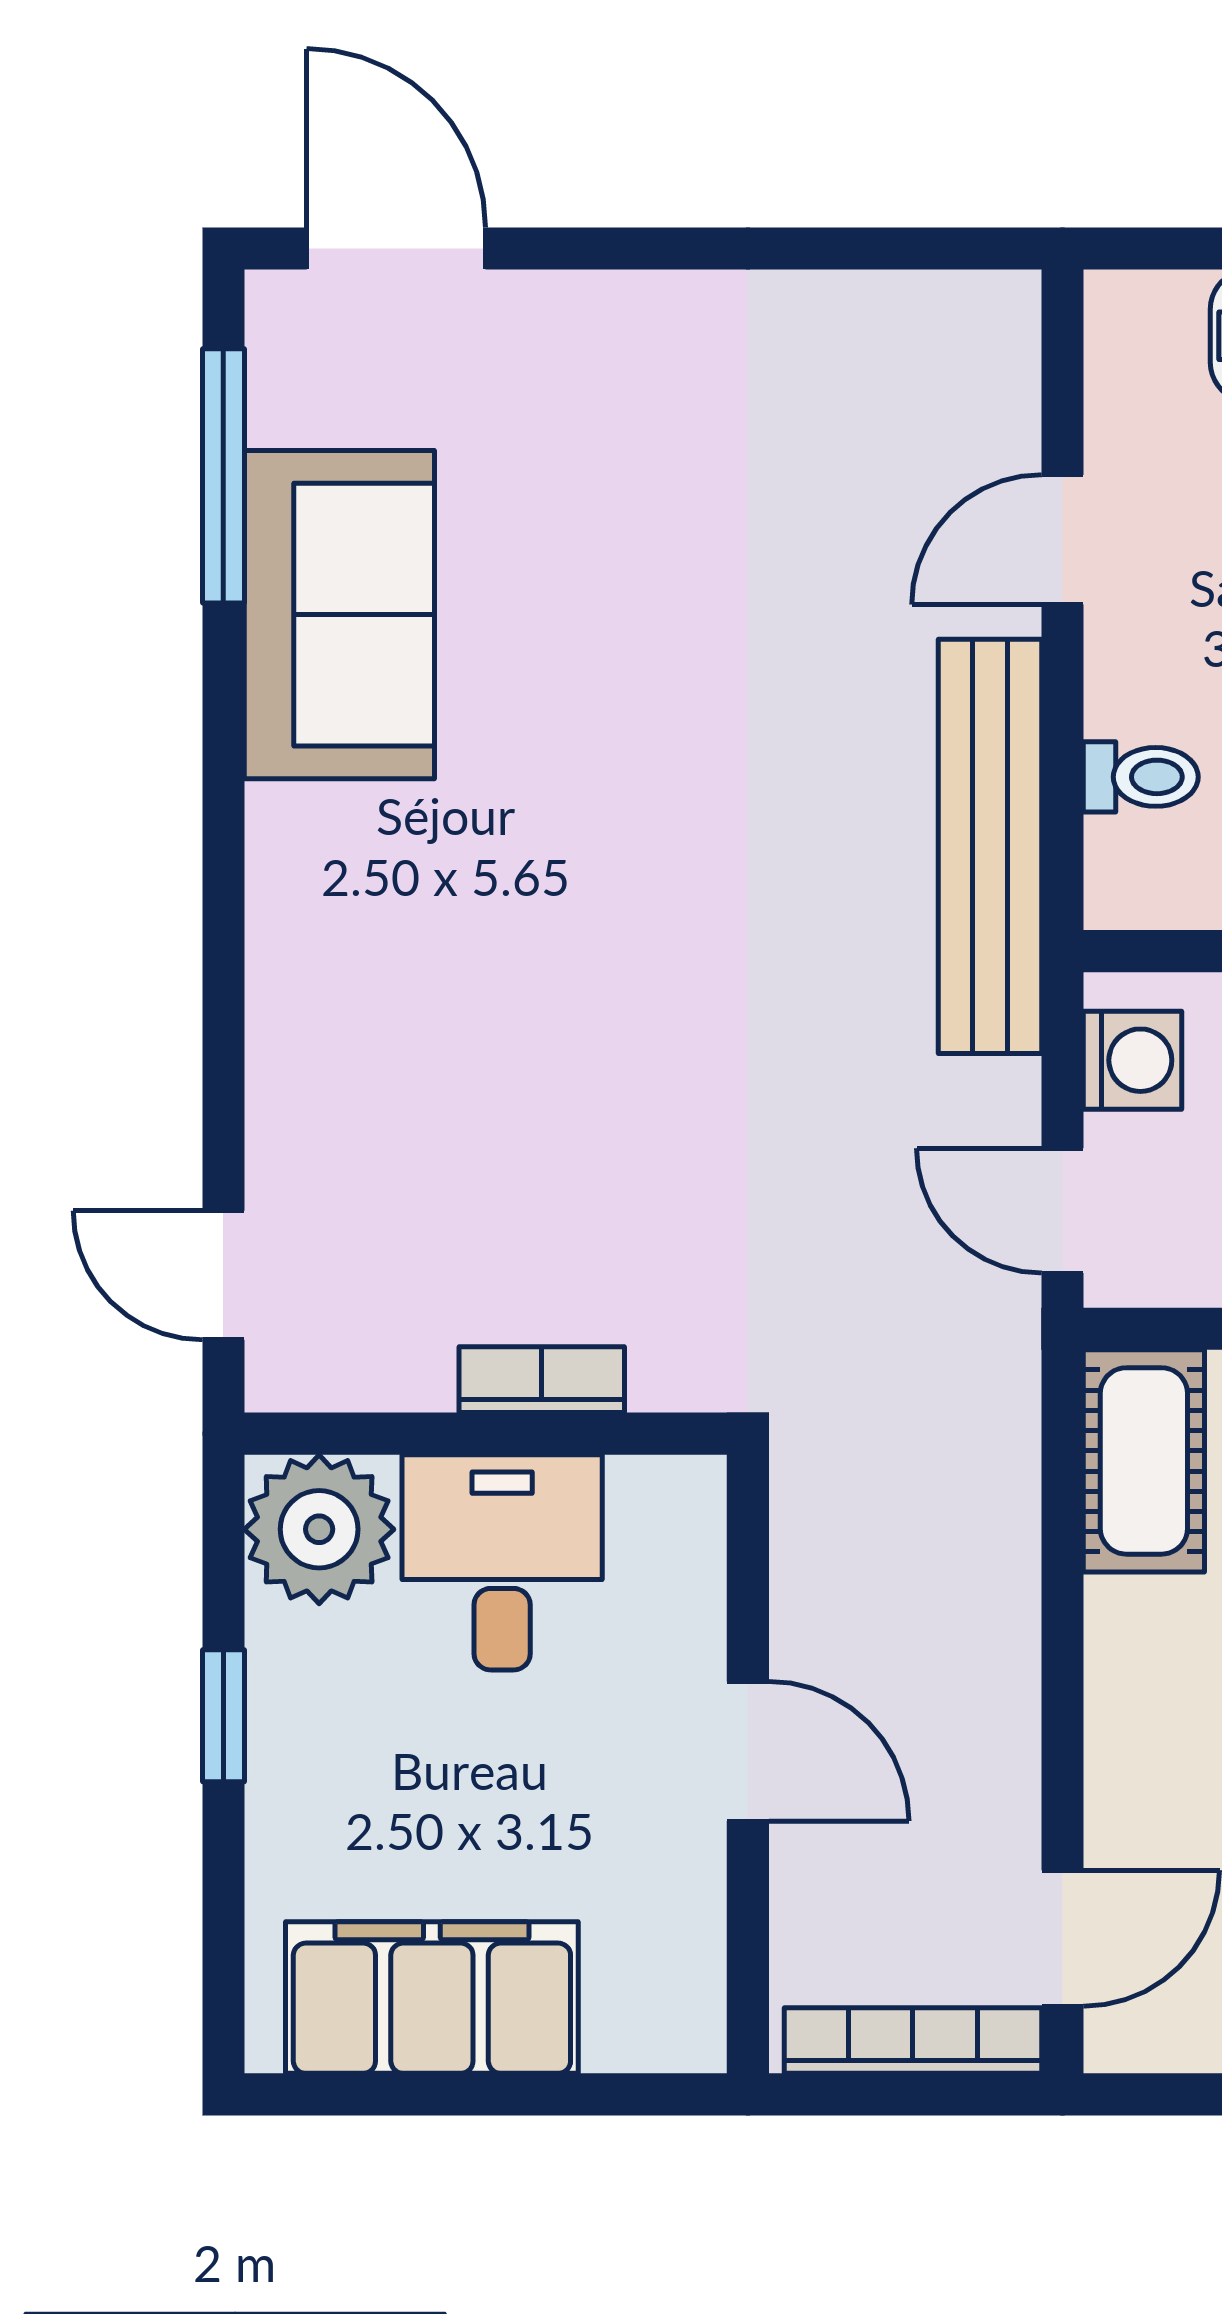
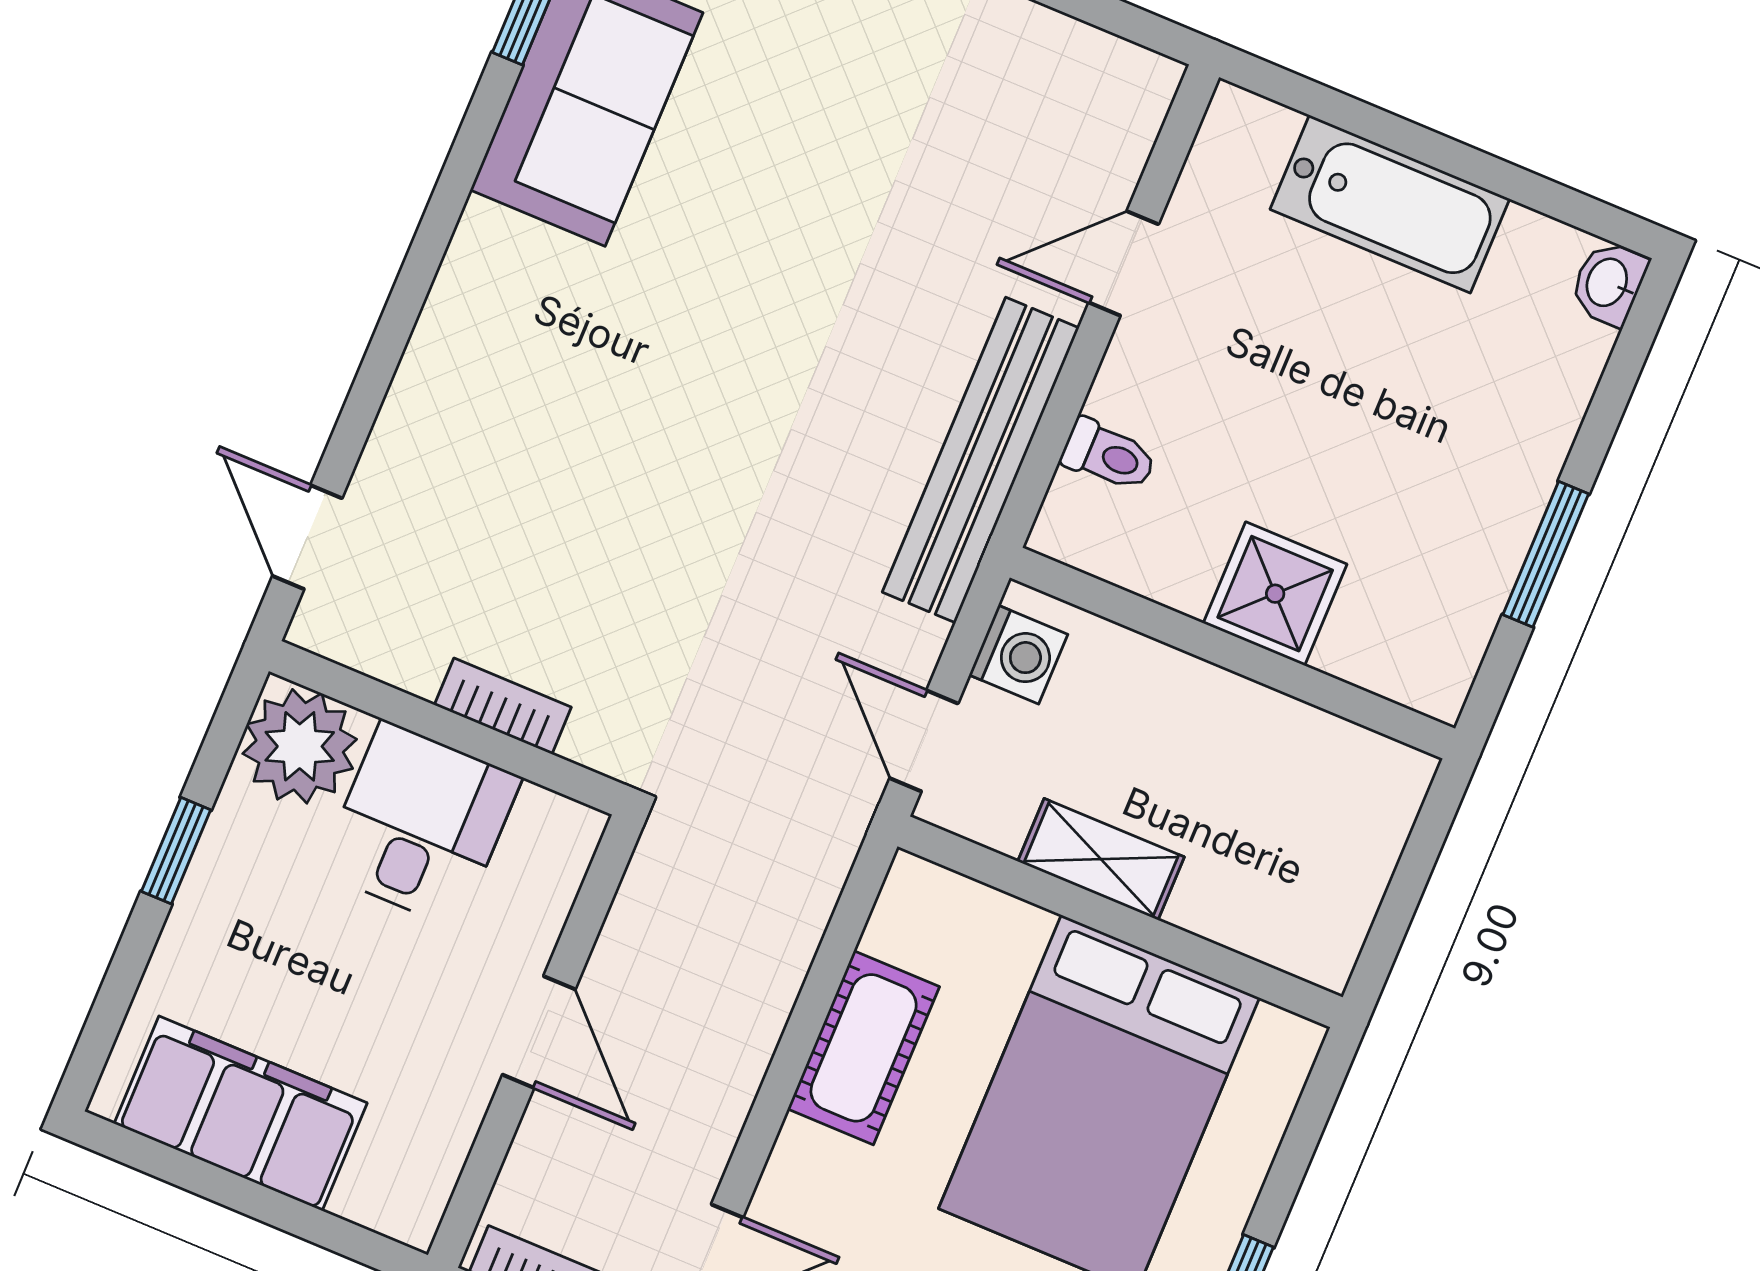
cot: (1144, 1461) -> (864, 1048), moved

